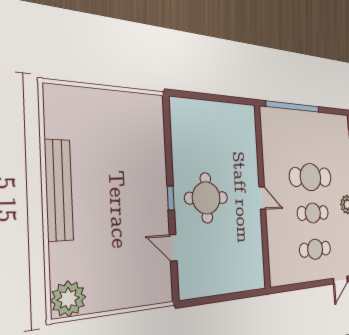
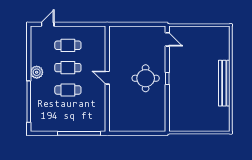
cafe table: (311, 177) -> (68, 90), width x0.73, depth x0.74
door: (173, 248) -> (167, 39), moved
plant: (68, 299) -> (222, 34), removed

